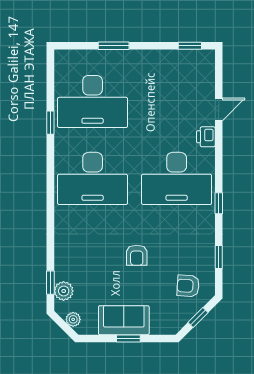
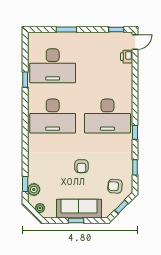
door: (219, 110) -> (135, 42), moved
printer: (206, 137) -> (127, 57), moved
sofa: (124, 320) -> (79, 209), width x1.36

